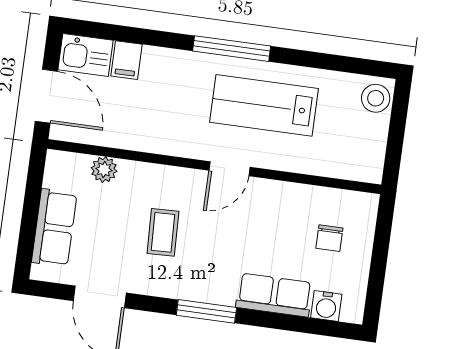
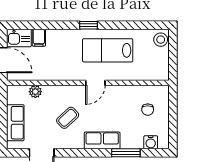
window: (232, 49) -> (88, 25), width x0.46
coffee table: (163, 232) -> (68, 118), turned 49
row of seats: (274, 295) -> (102, 140), moved
window: (206, 311) -> (126, 153), moved

